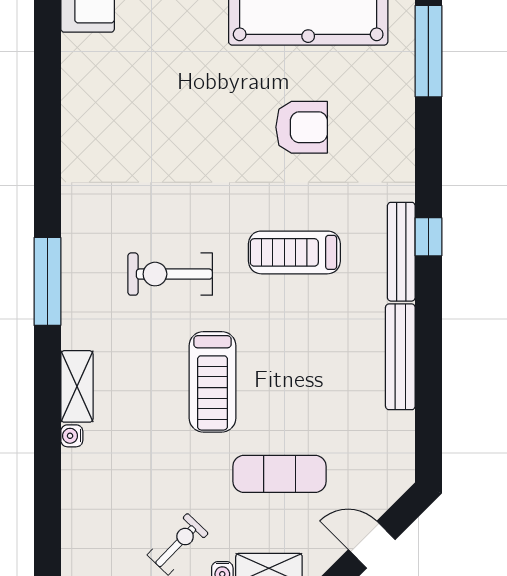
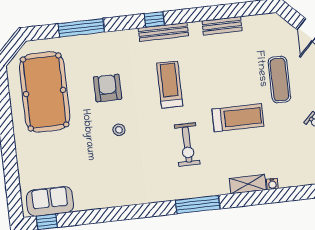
window: (428, 51) -> (81, 28), moved
stool: (215, 141) -> (119, 130), added
treadmill: (294, 252) -> (170, 85), turned 180
bench: (400, 357) -> (222, 26), width x0.73

